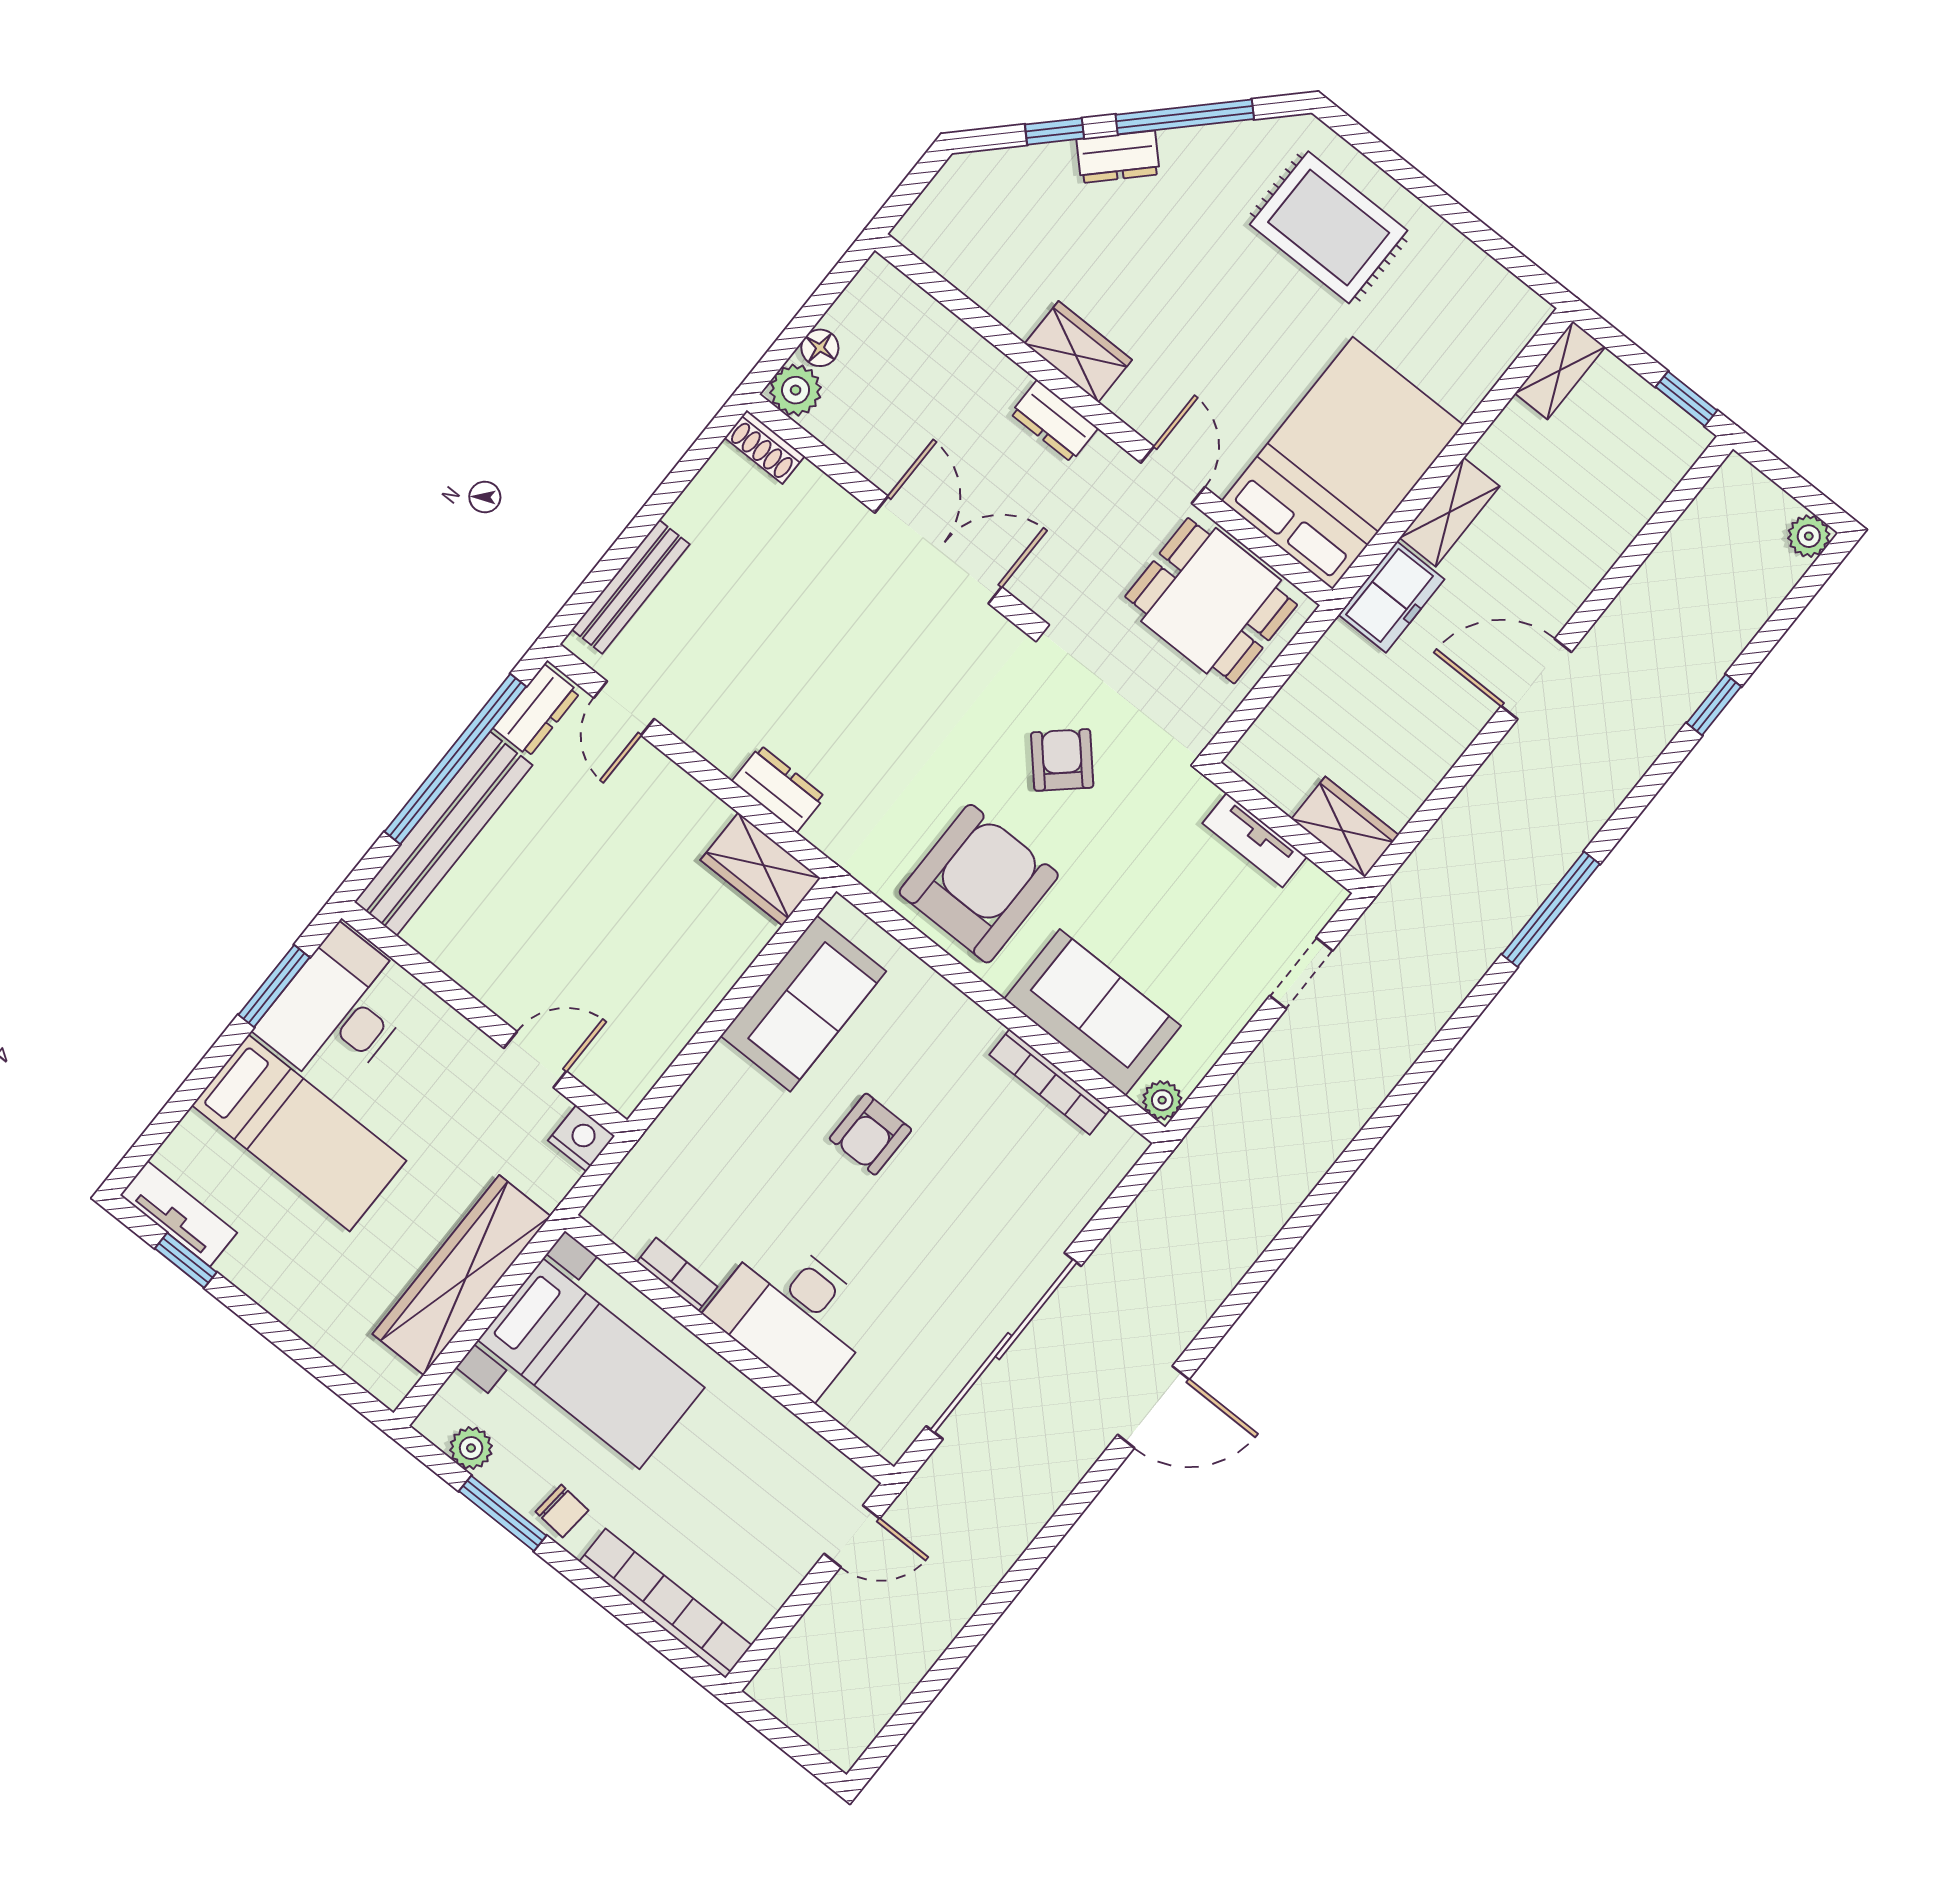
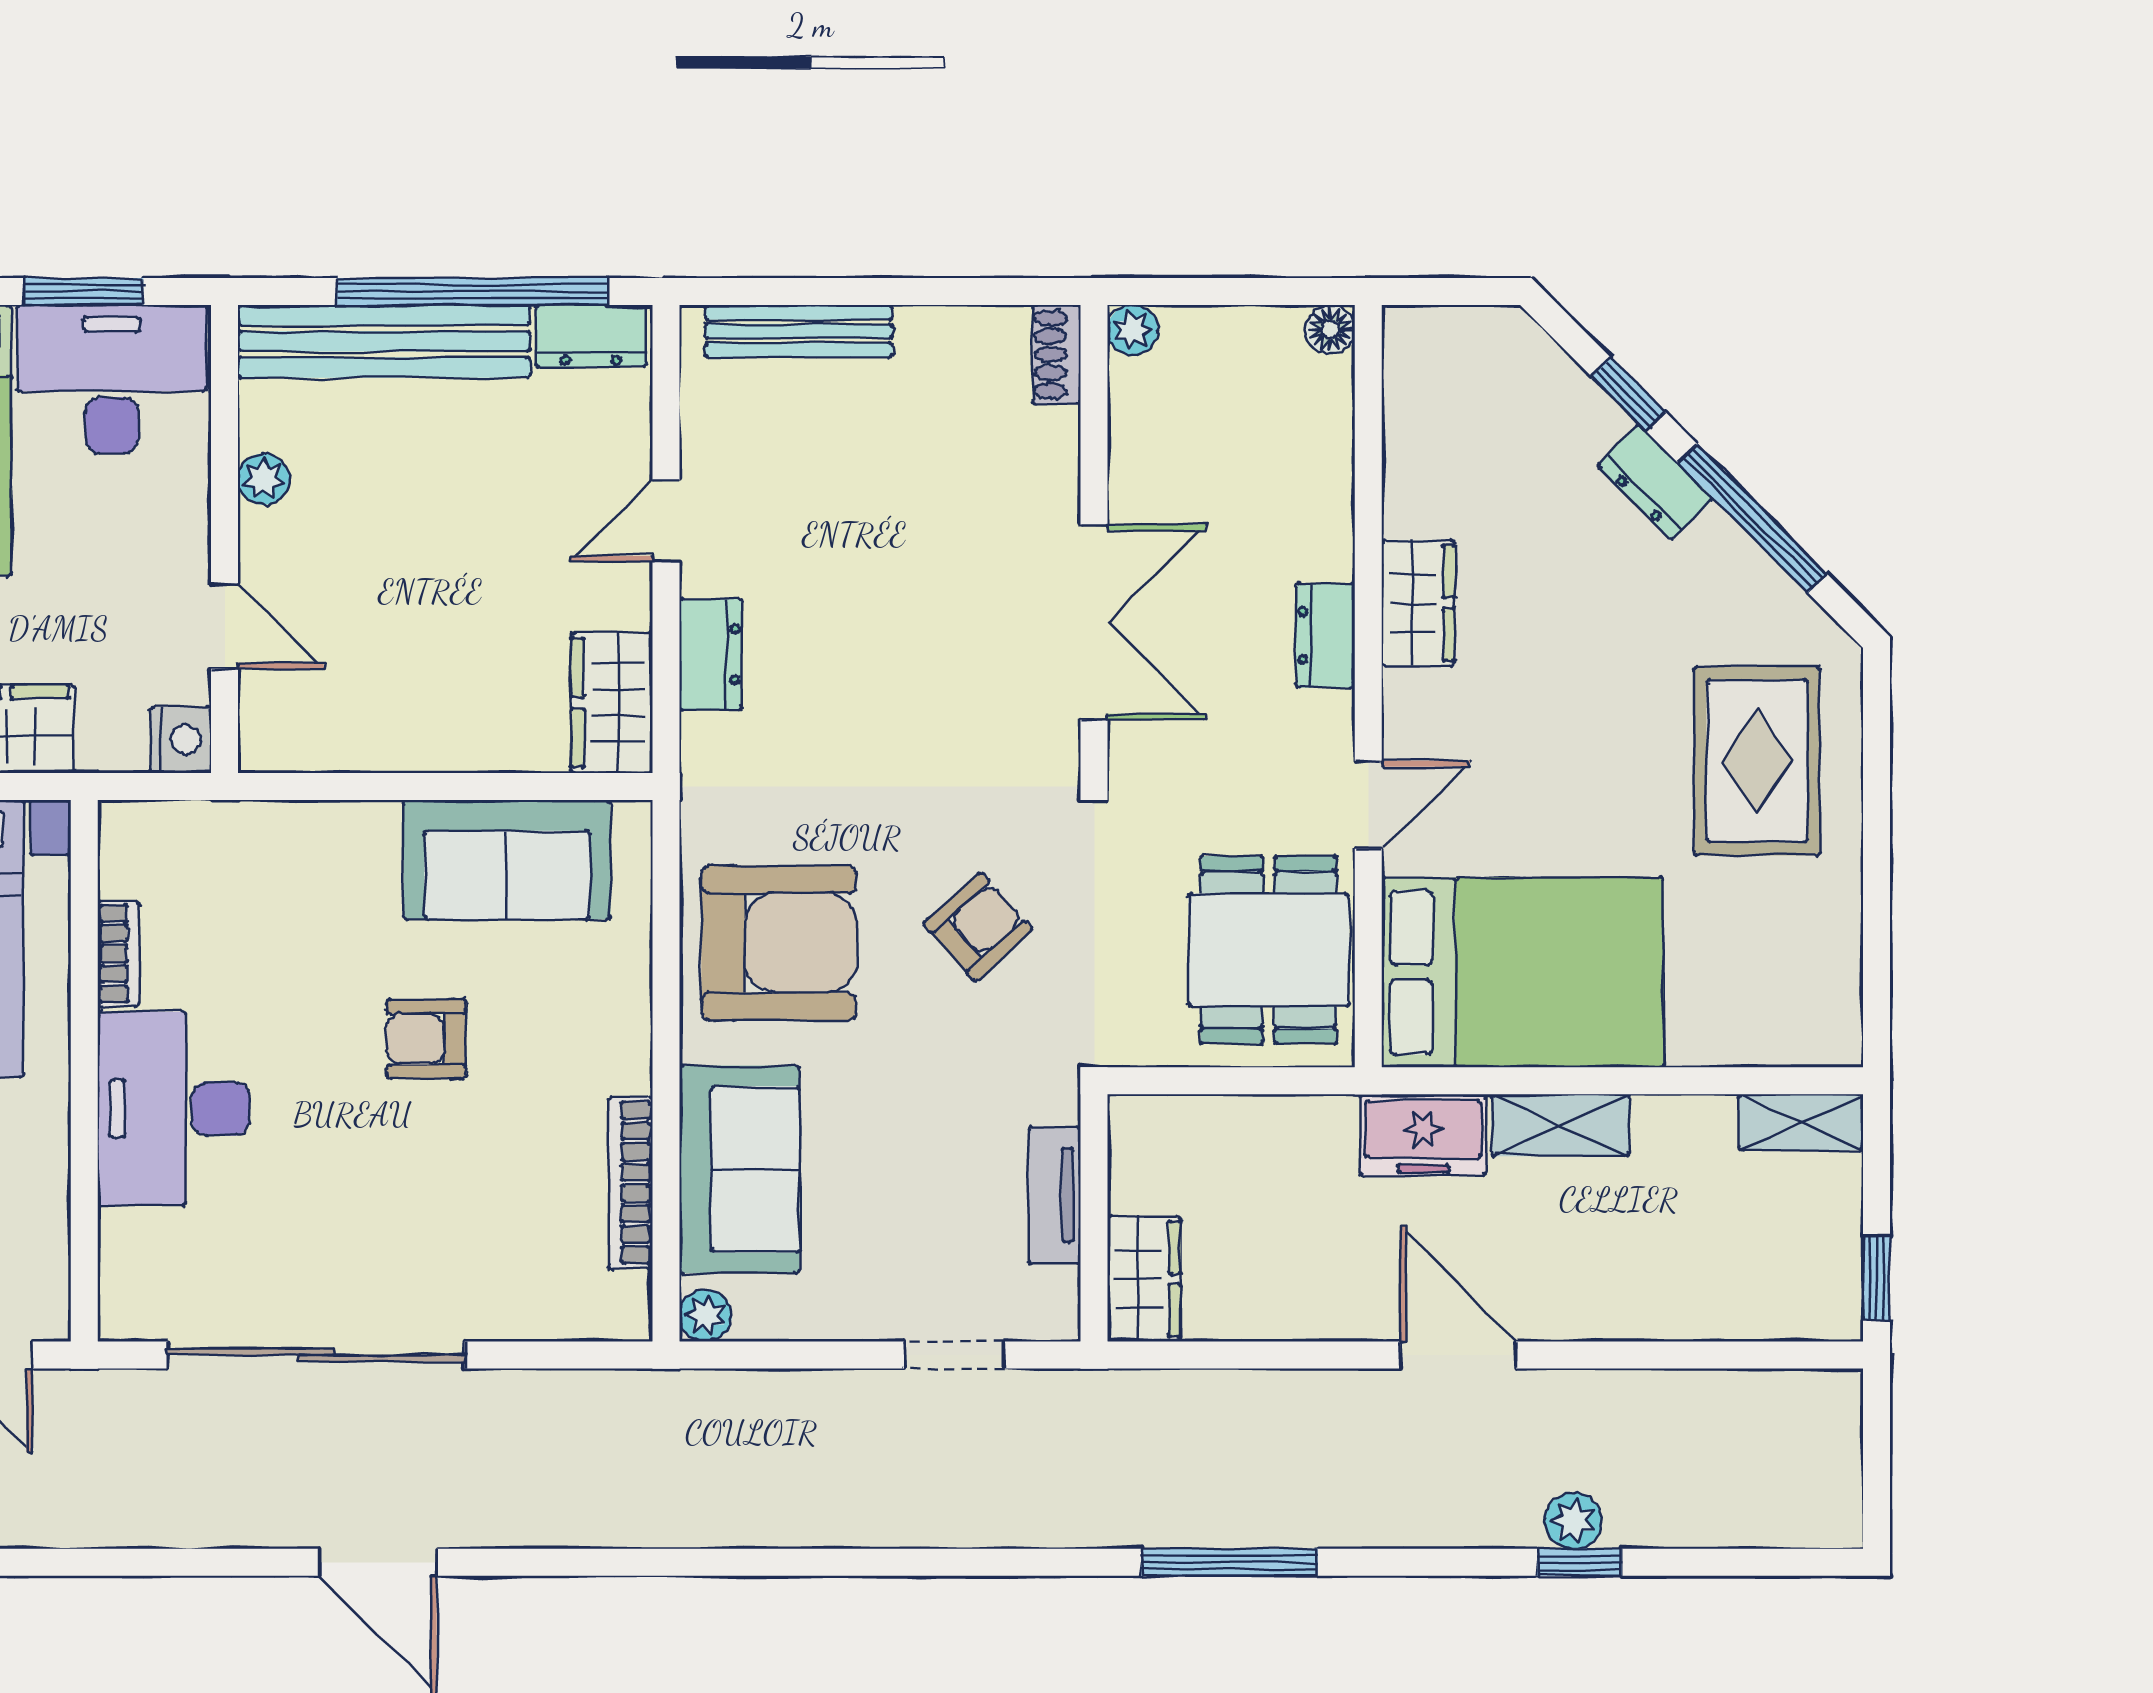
floor lamp: (820, 348) -> (1330, 330), moved
plant: (796, 390) -> (1133, 330), width x0.73, depth x0.73
plant: (1809, 536) -> (1573, 1521), moved
door: (624, 708) -> (666, 521), moved
plant: (468, 968) -> (264, 479), added

